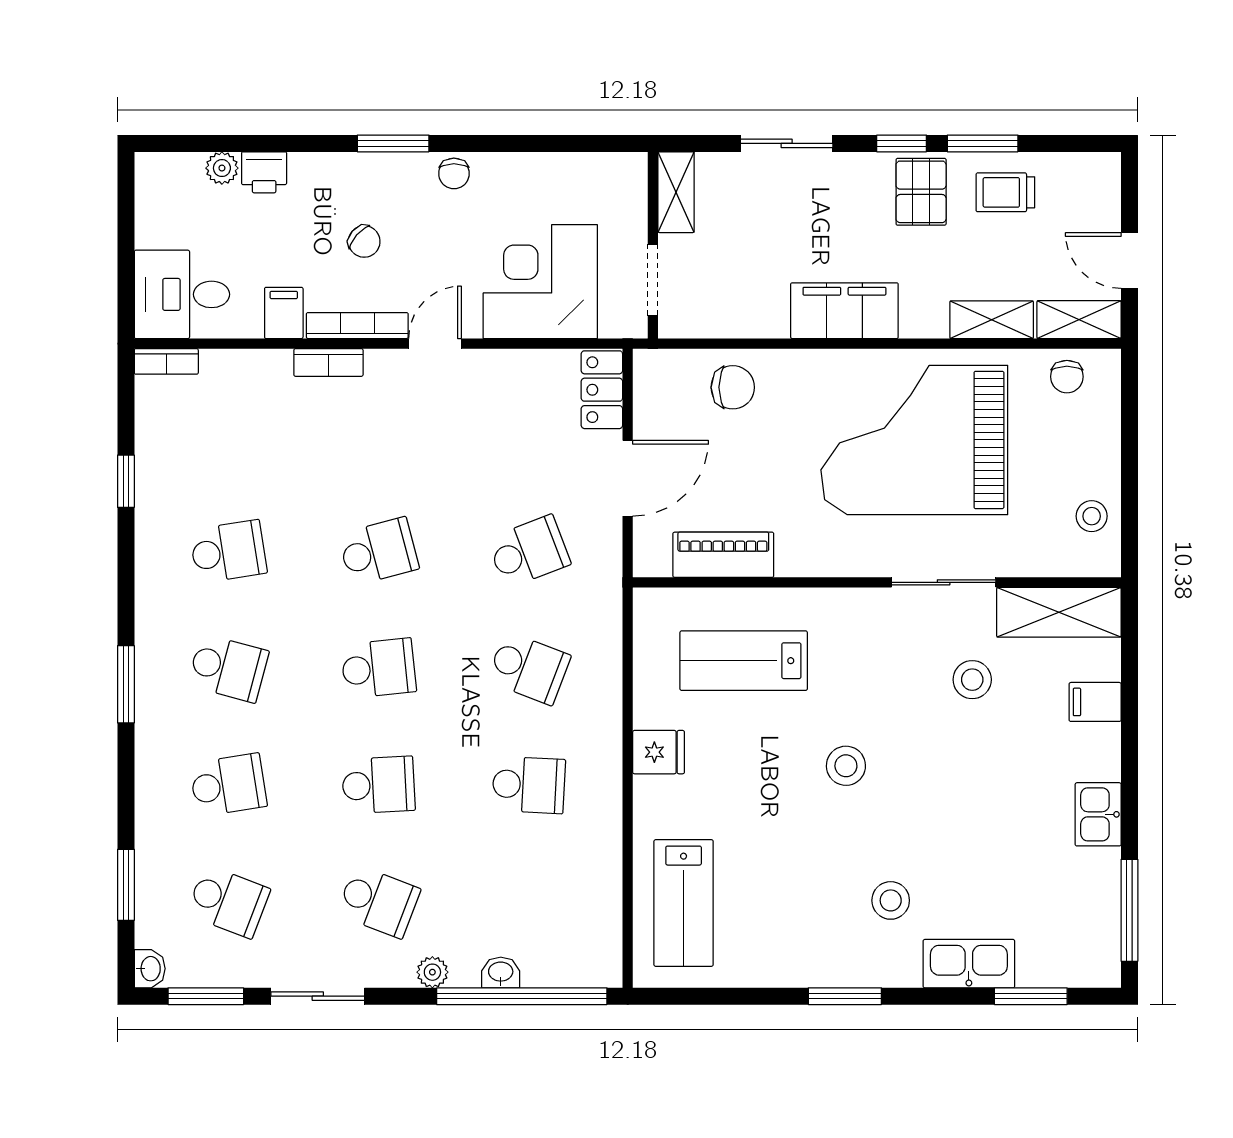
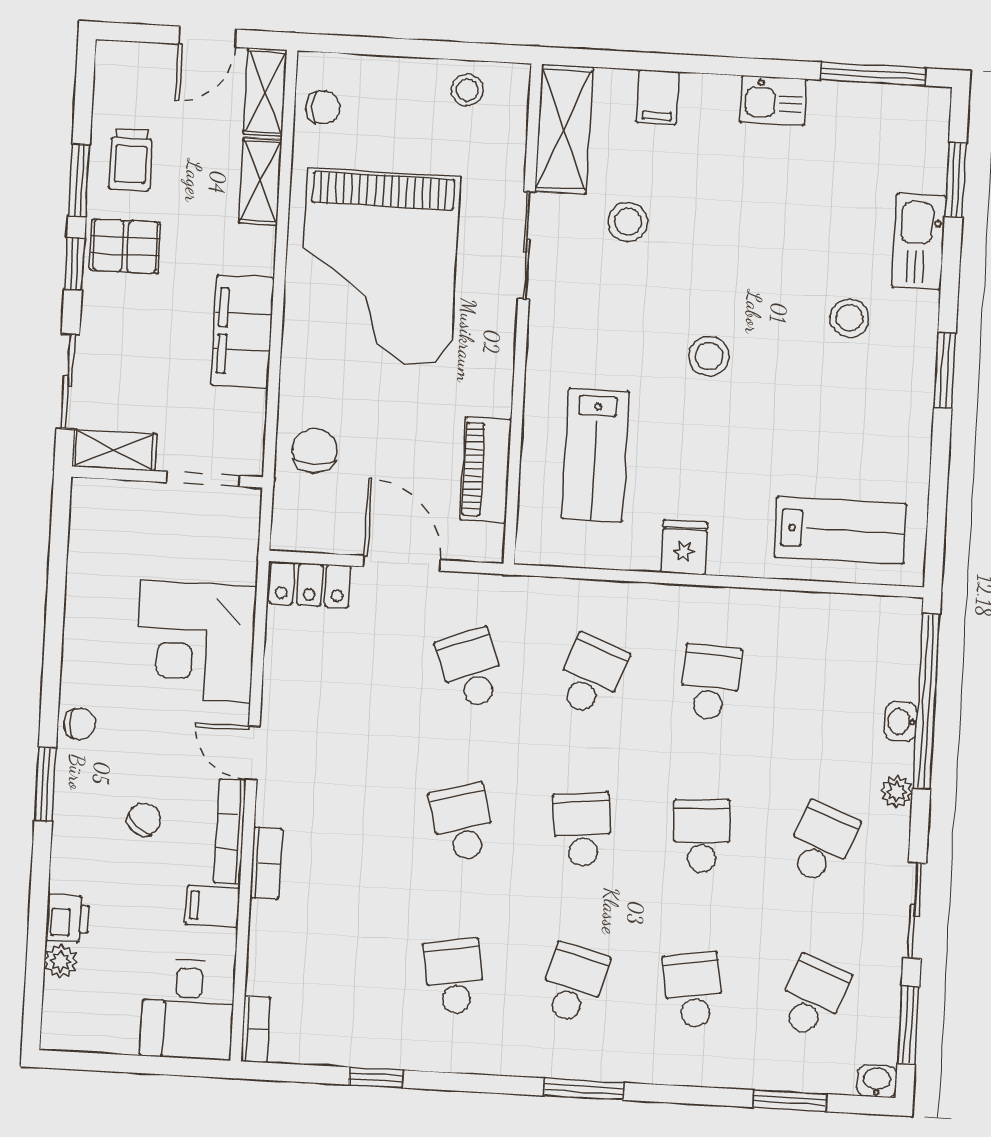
shelving: (676, 192) -> (114, 450), moved
wall: (653, 245) -> (167, 477), moved
doorway: (653, 280) -> (203, 479), moved

